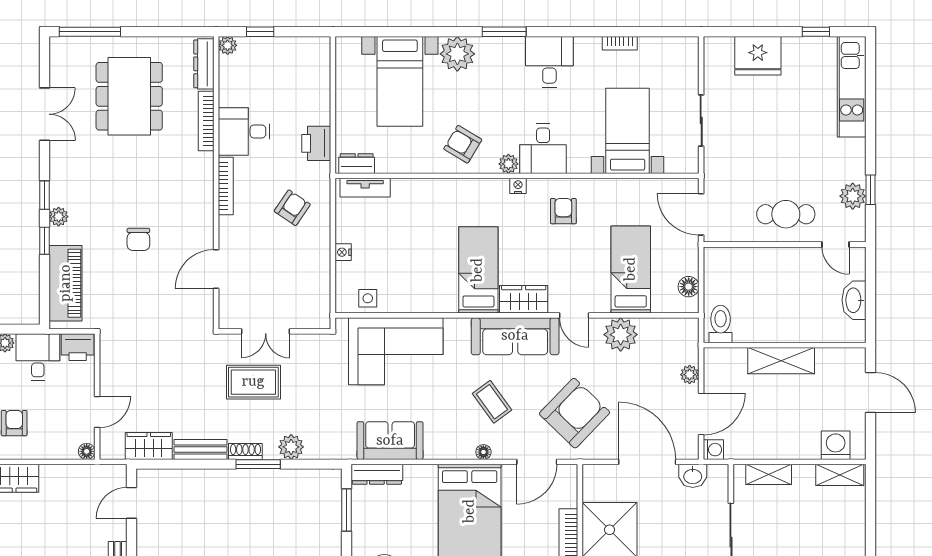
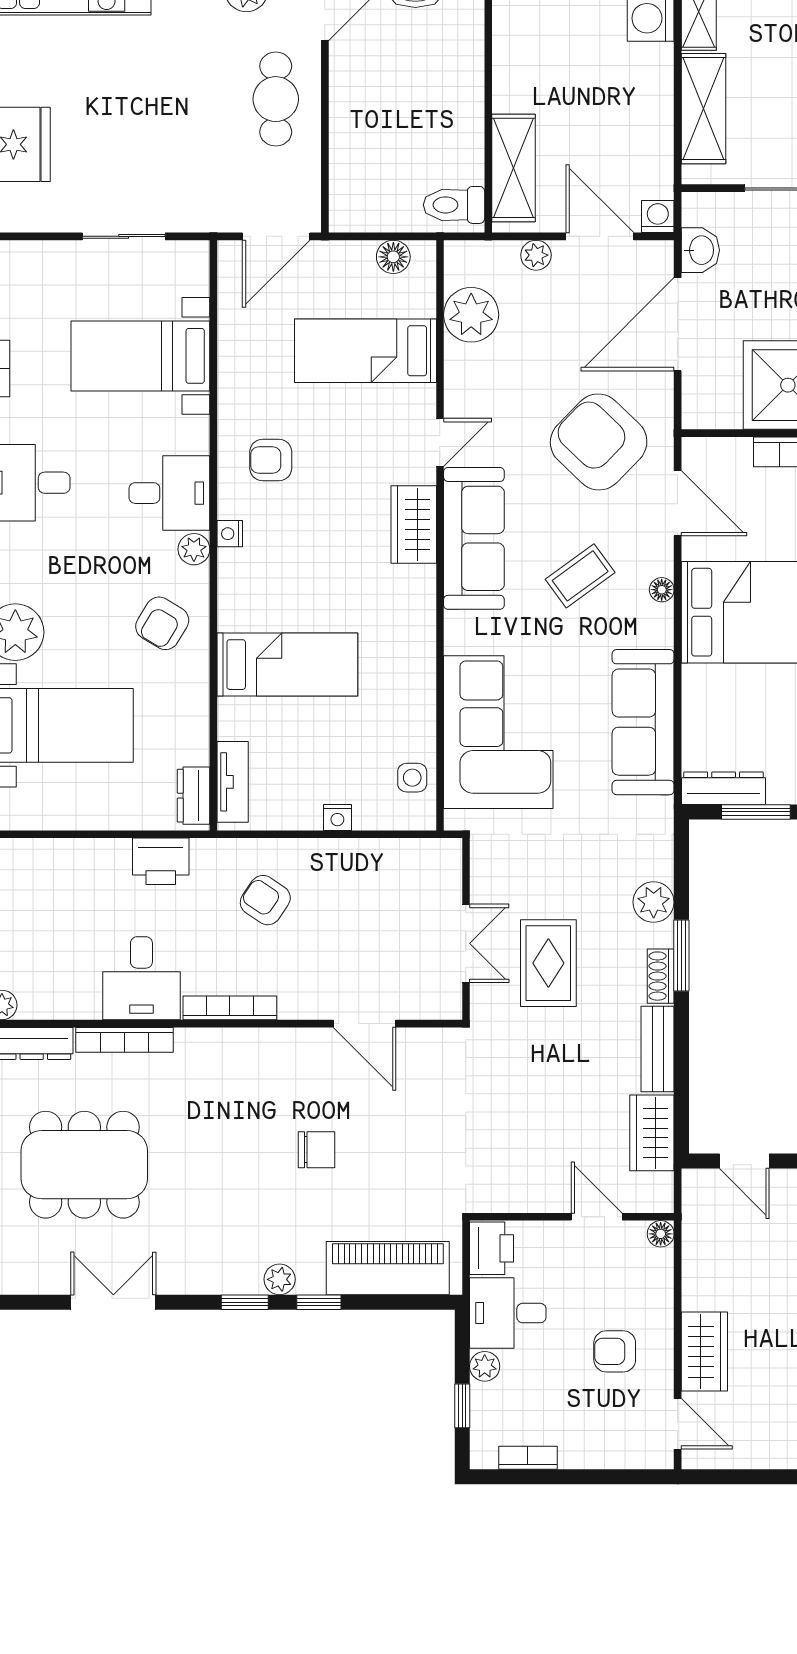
bed: (478, 270) -> (287, 665), moved, turned 180
plant: (621, 335) -> (471, 315), moved
shelving: (781, 361) -> (514, 168), moved
sofa: (390, 441) -> (643, 722), width x1.36
dresser: (377, 474) -> (724, 788), moved, turned -90
shelving: (769, 474) -> (703, 109), width x1.50, depth x1.33

